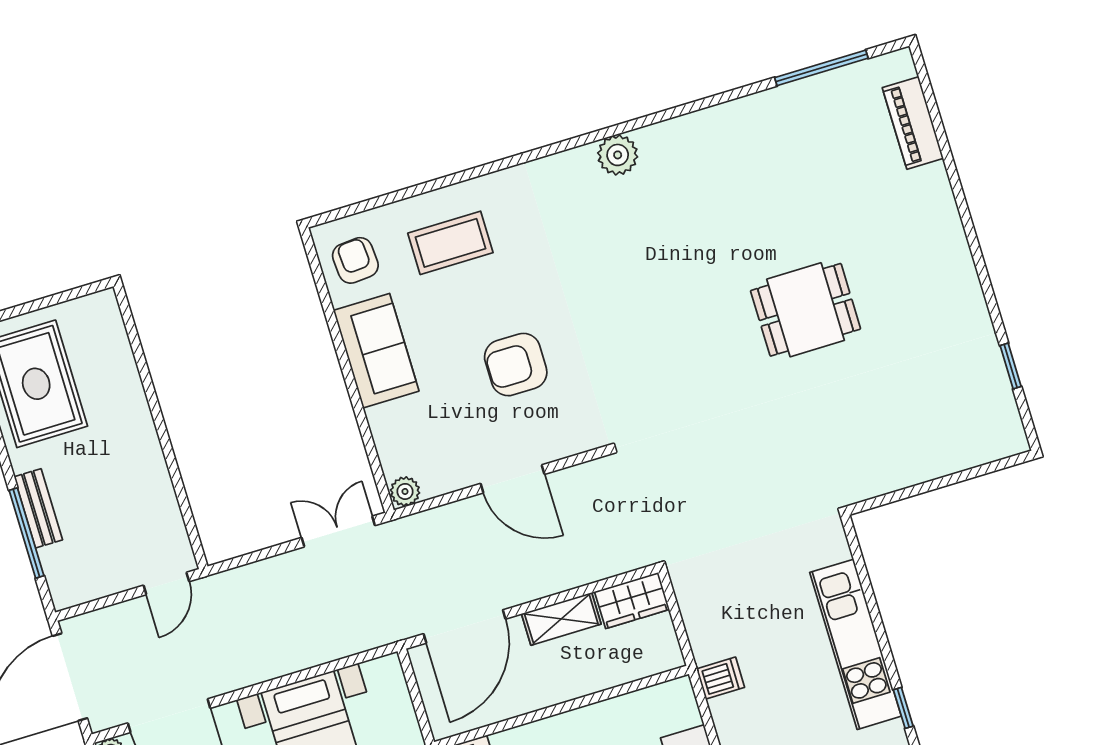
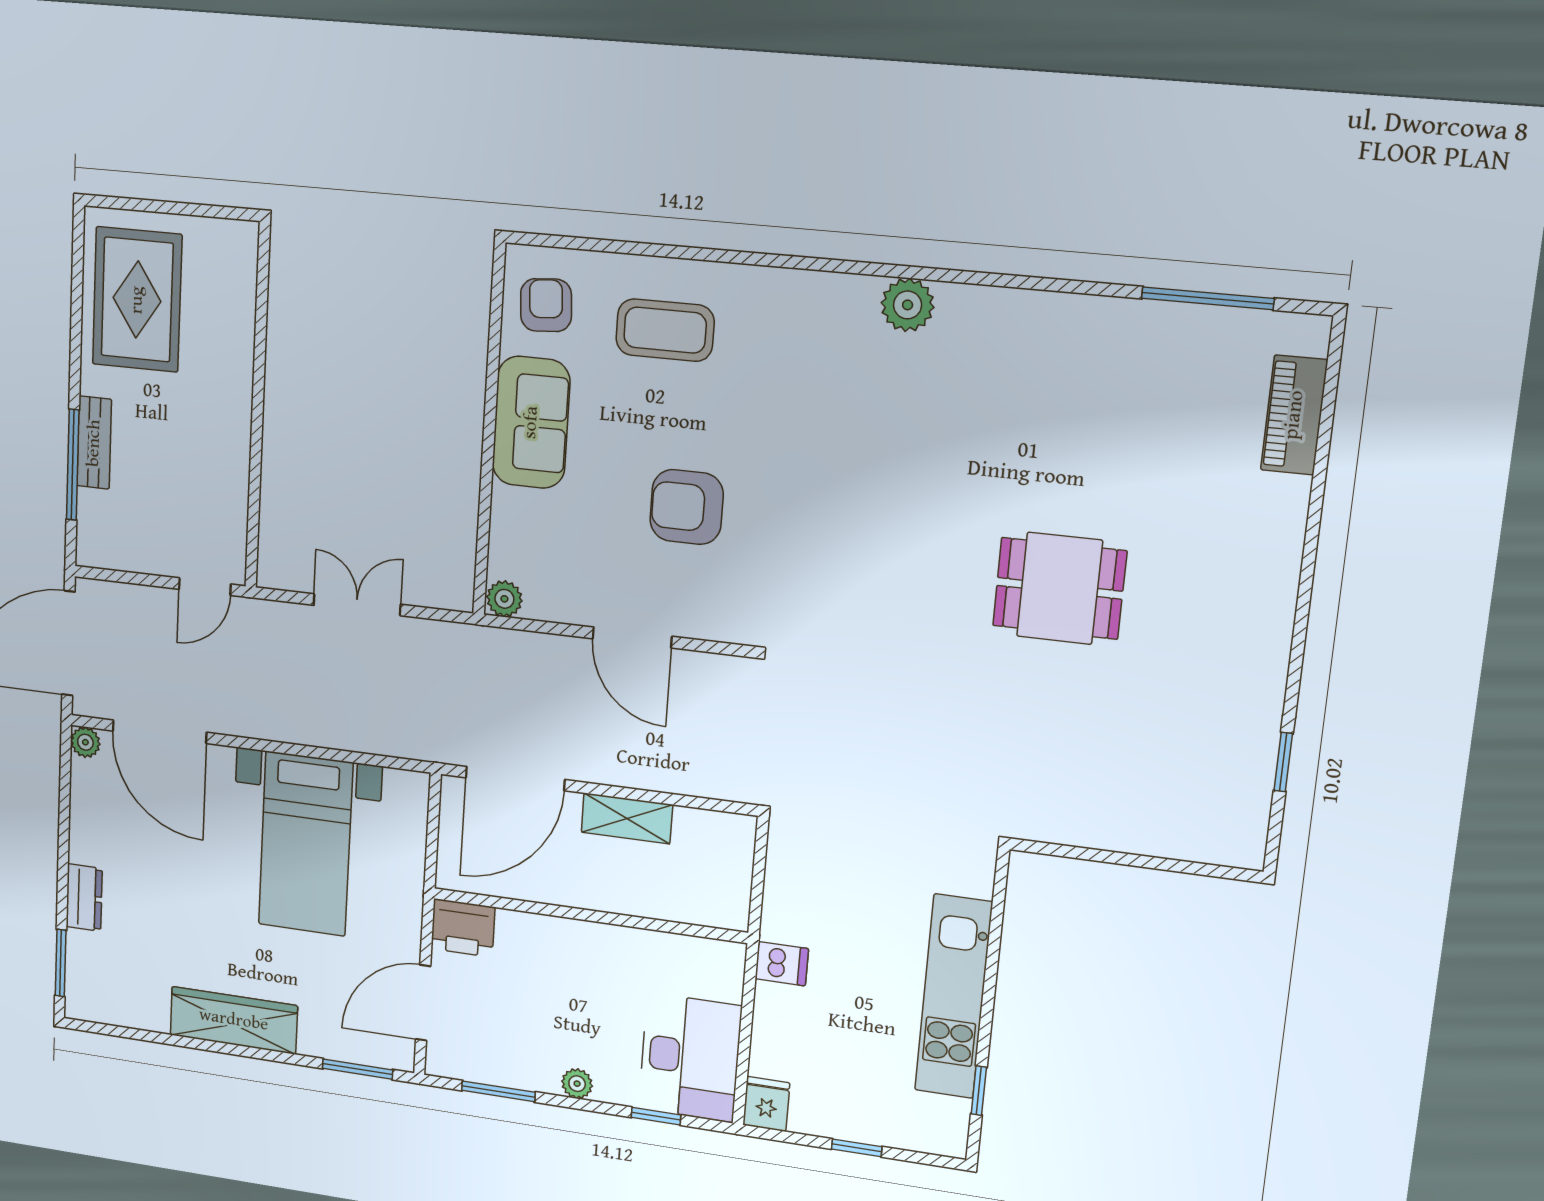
double door: (338, 532) -> (357, 605), moved
wardrobe: (632, 601) -> (715, 834), removed

